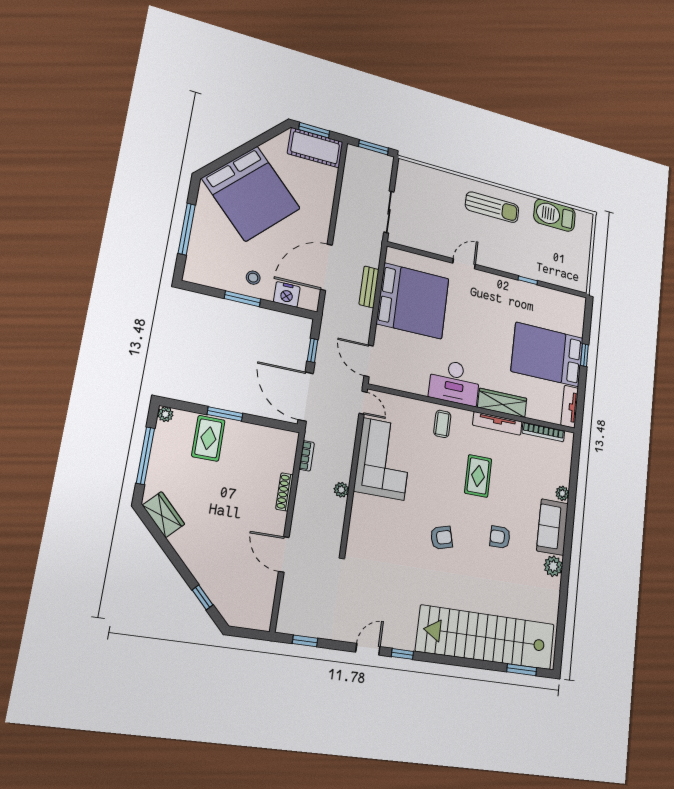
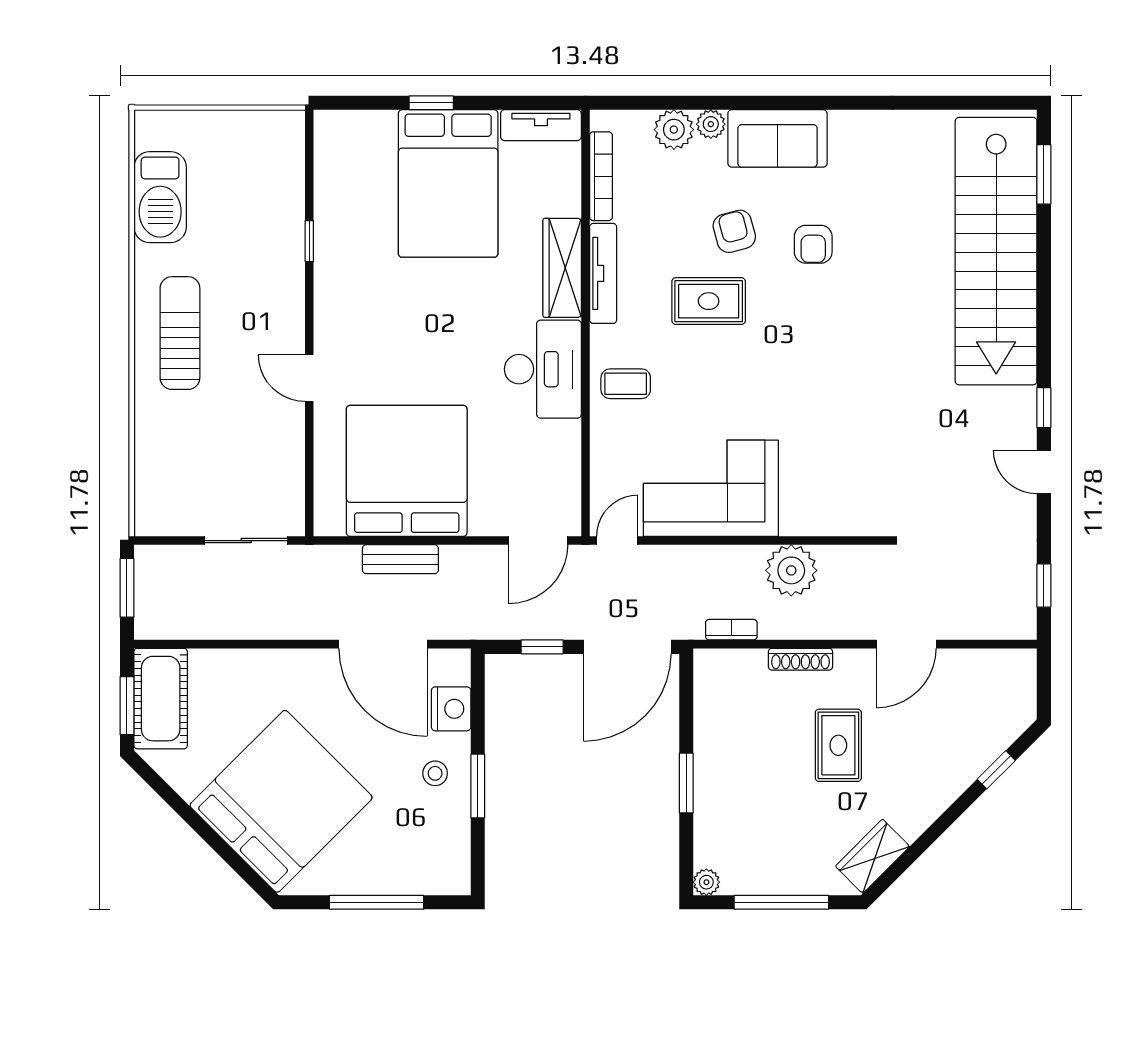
rug: (208, 438) -> (838, 745), moved, turned 90
plant: (341, 490) -> (791, 570), width x1.88, depth x1.88
armchair: (441, 538) -> (734, 231), moved
plant: (553, 566) -> (674, 130), moved

